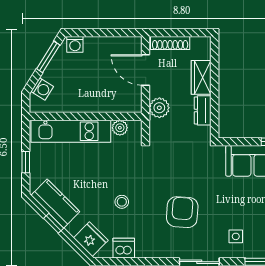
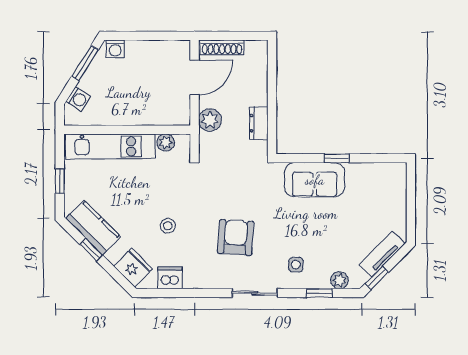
door: (146, 70) -> (194, 78), swing flipped
wardrobe: (201, 77) -> (257, 86), removed

